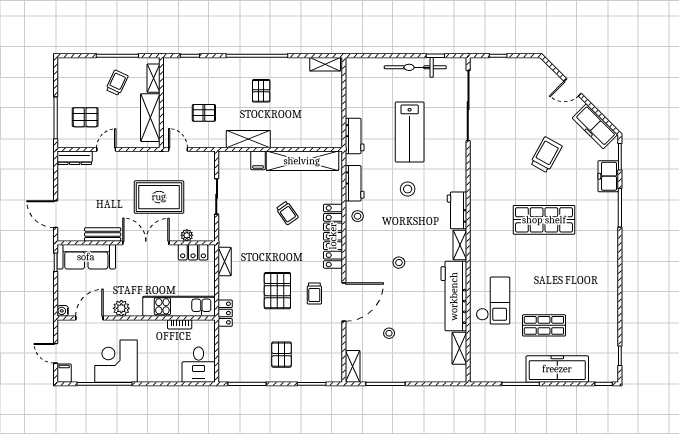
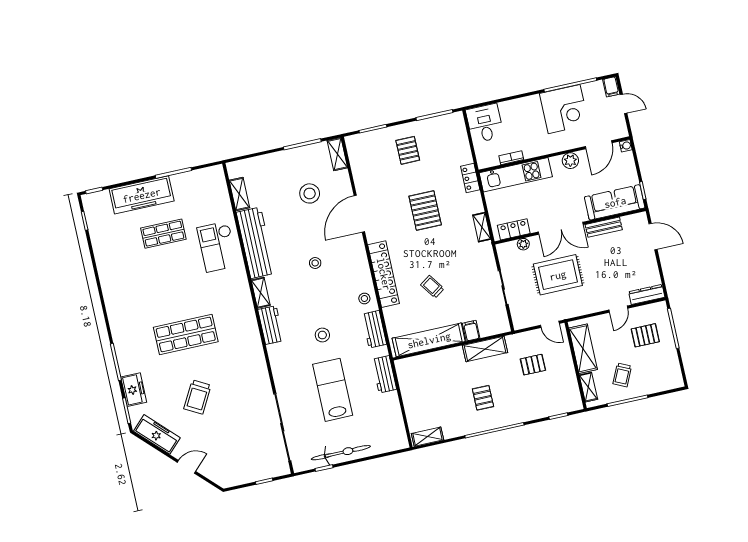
trolley: (314, 294) -> (389, 216), removed
stool: (389, 333) -> (310, 193), width x1.89, depth x1.89

